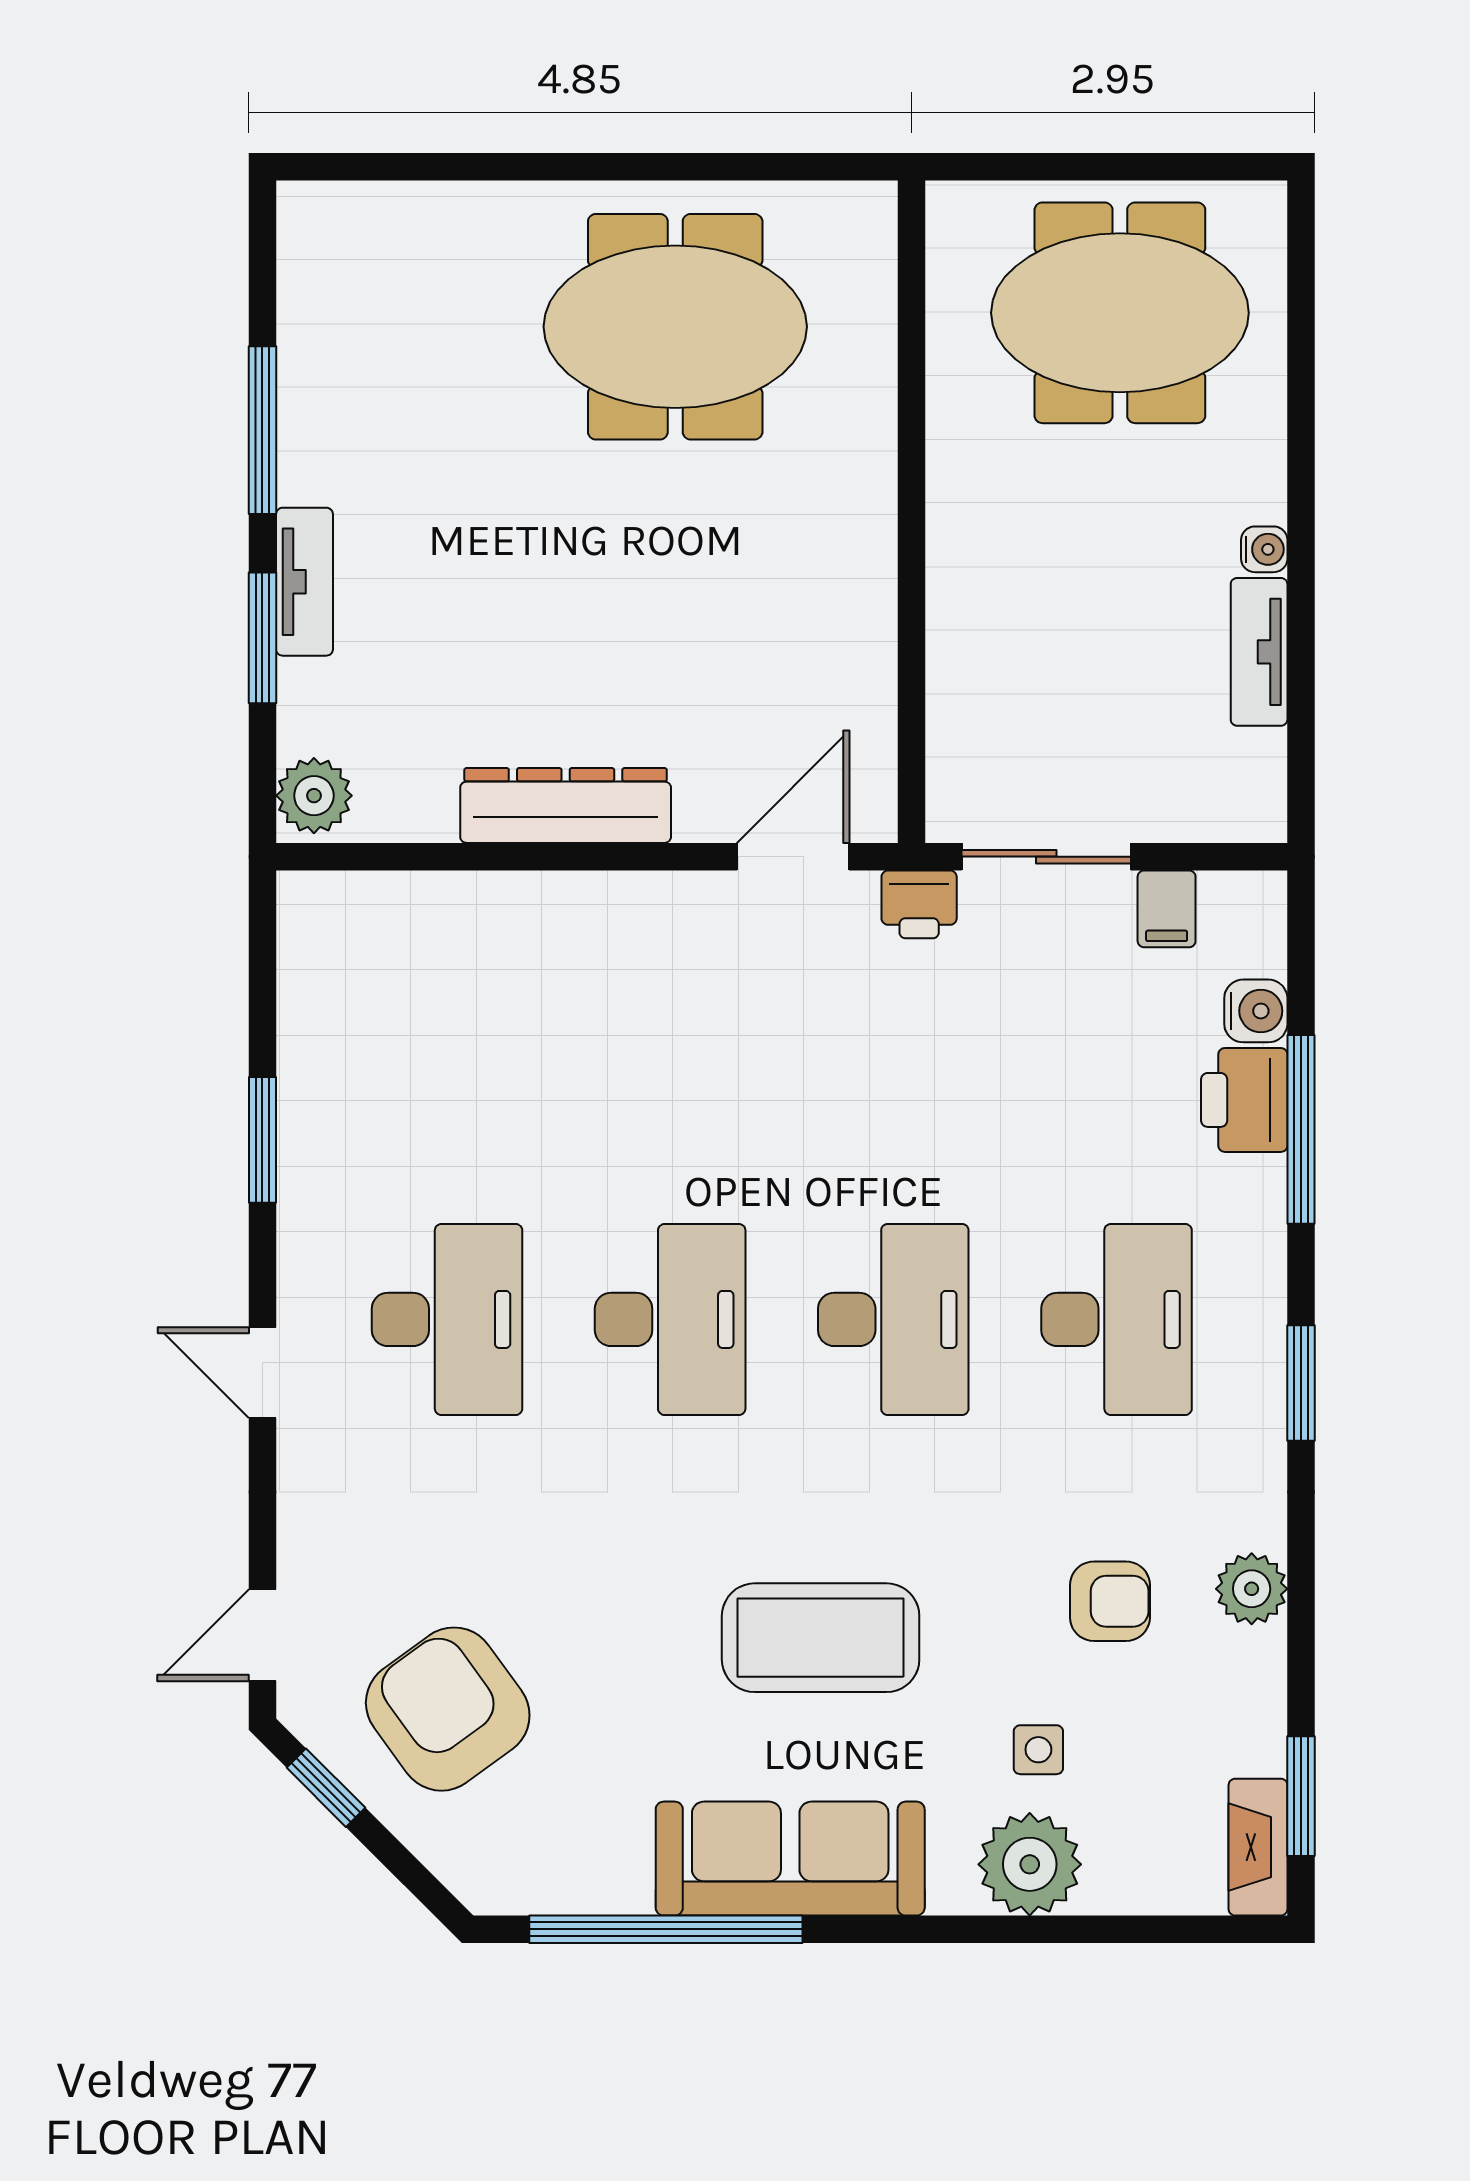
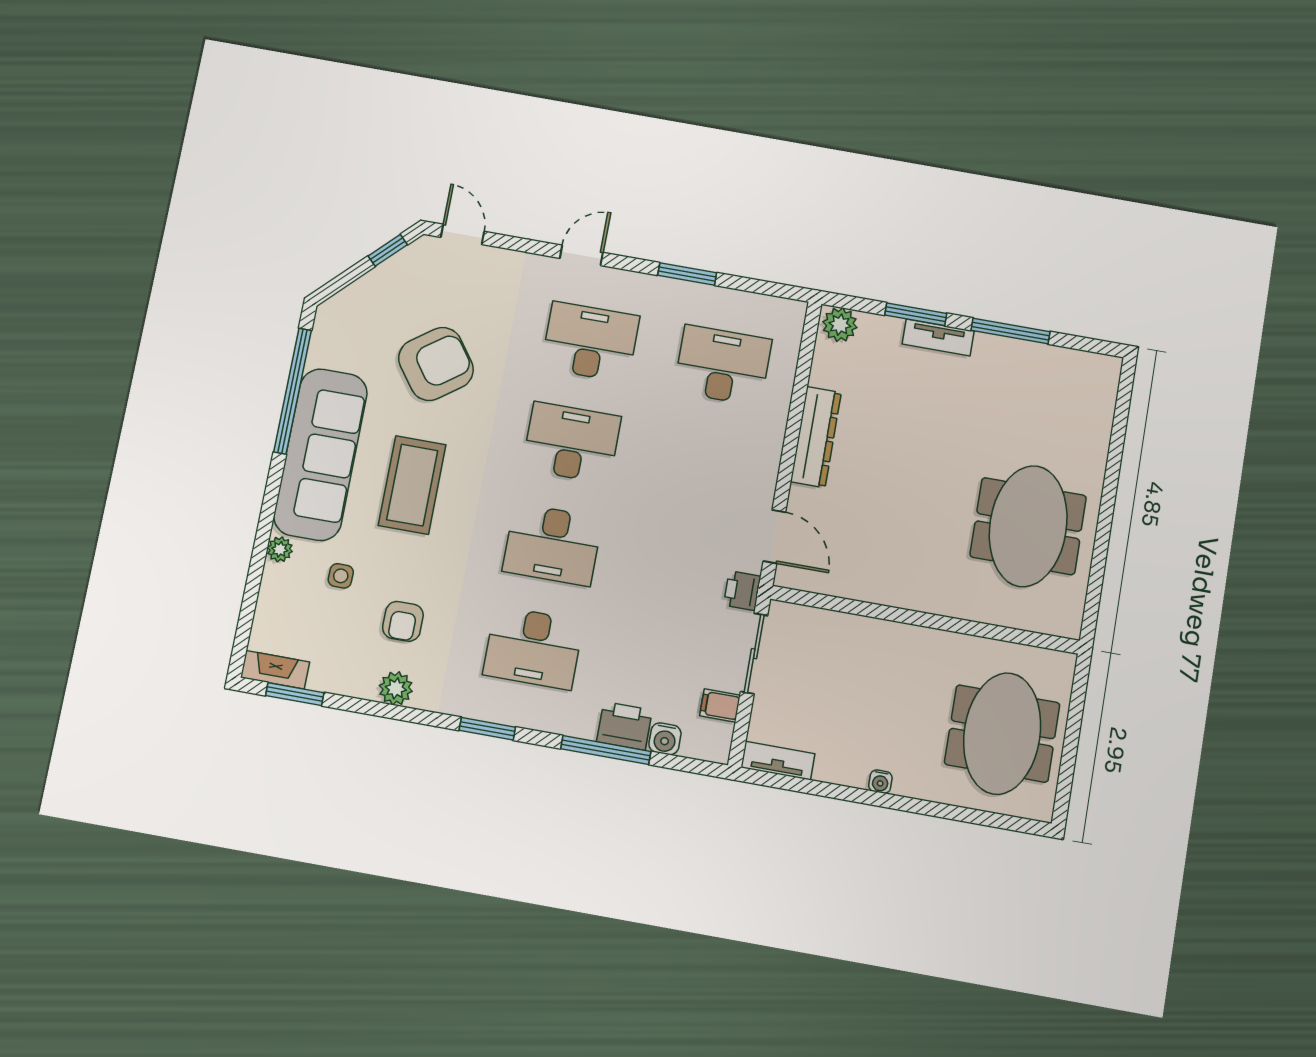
tv unit: (1259, 652) -> (778, 761), moved
desk: (447, 1029) -> (723, 365), added
desk: (447, 1319) -> (590, 342), turned 180
desk: (670, 1319) -> (571, 443), turned 180
armchair: (448, 1709) -> (436, 364), moved
sofa: (790, 1859) -> (321, 454), width x1.36, depth x1.27
plant: (1030, 1864) -> (280, 549), width x0.53, depth x0.53

